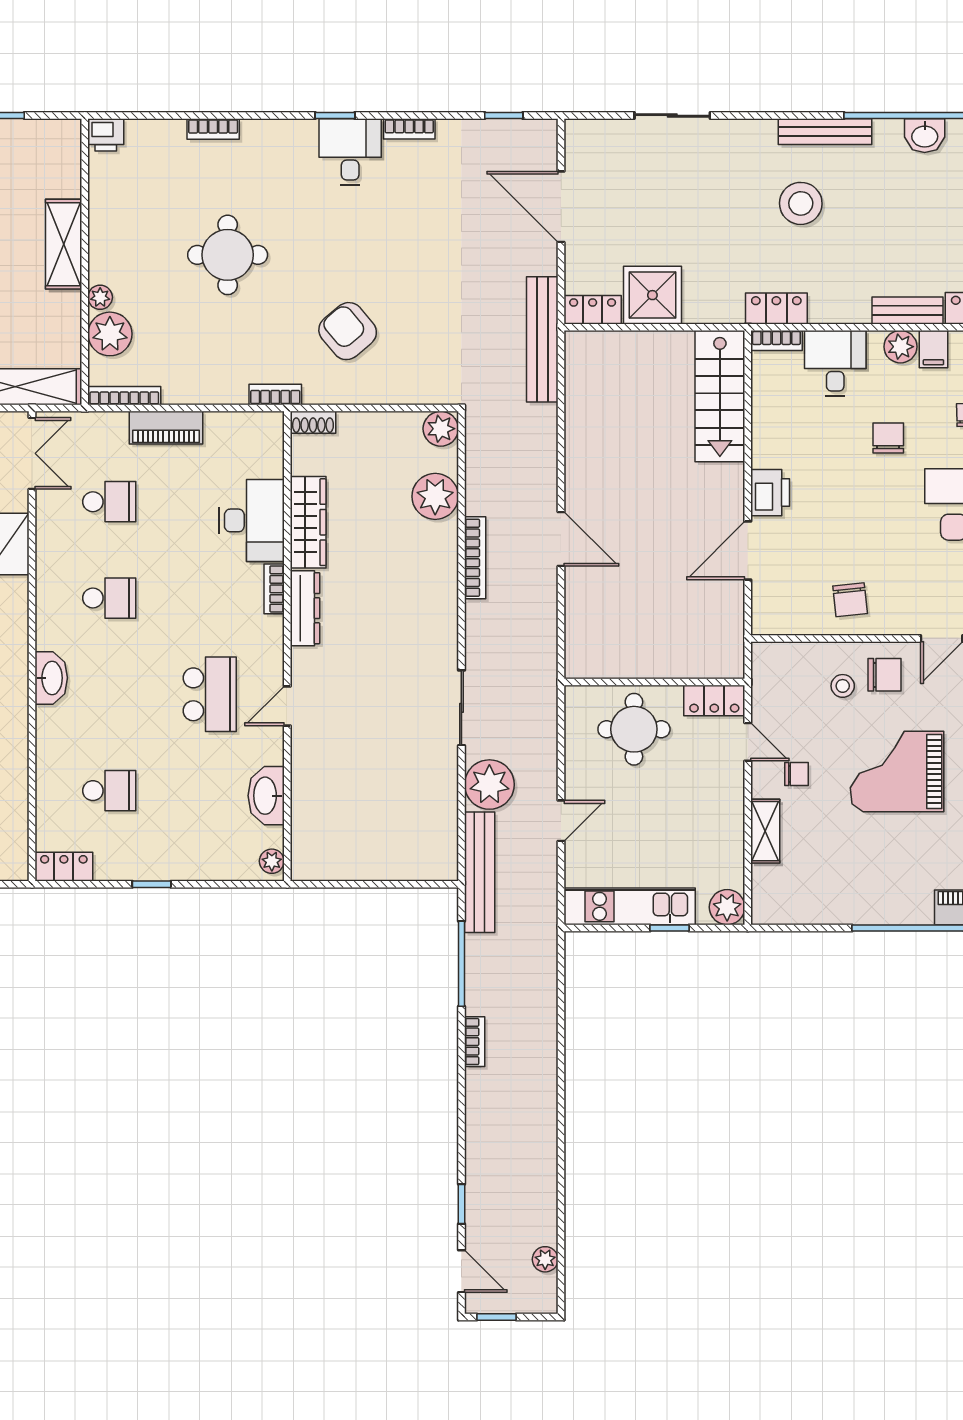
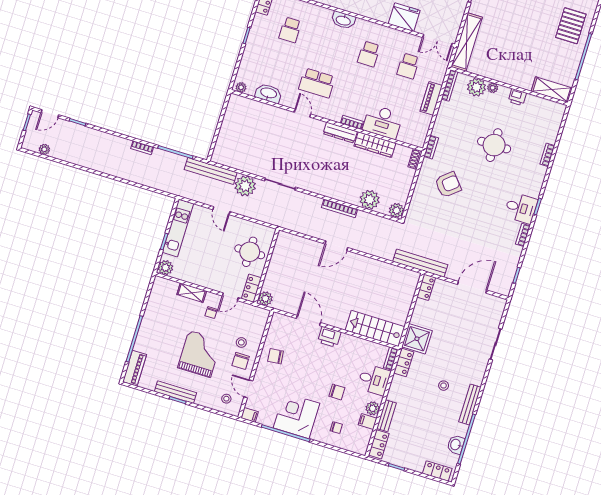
printer: (106, 135) -> (517, 97), moved, turned -90
stool: (801, 203) -> (444, 386), width x0.53, depth x0.53
shelving: (64, 244) -> (552, 90), moved
shower: (652, 295) -> (417, 339), moved
plant: (728, 662) -> (265, 299), added

